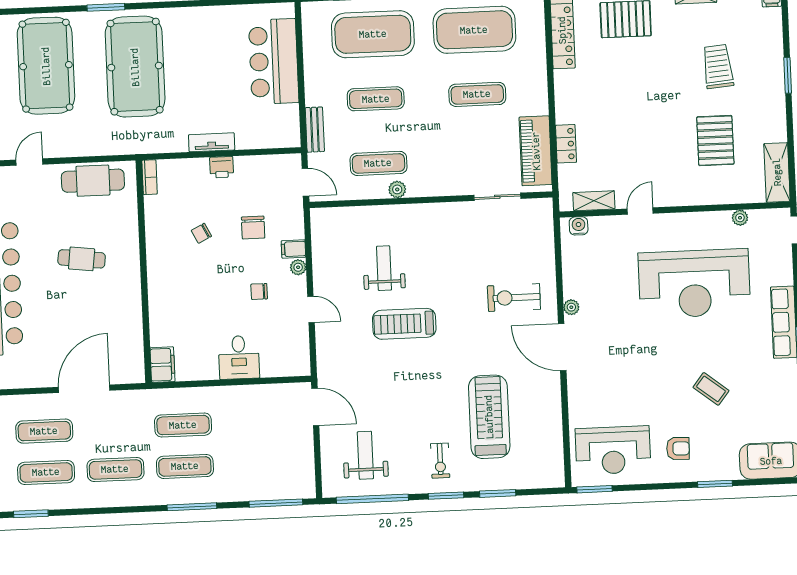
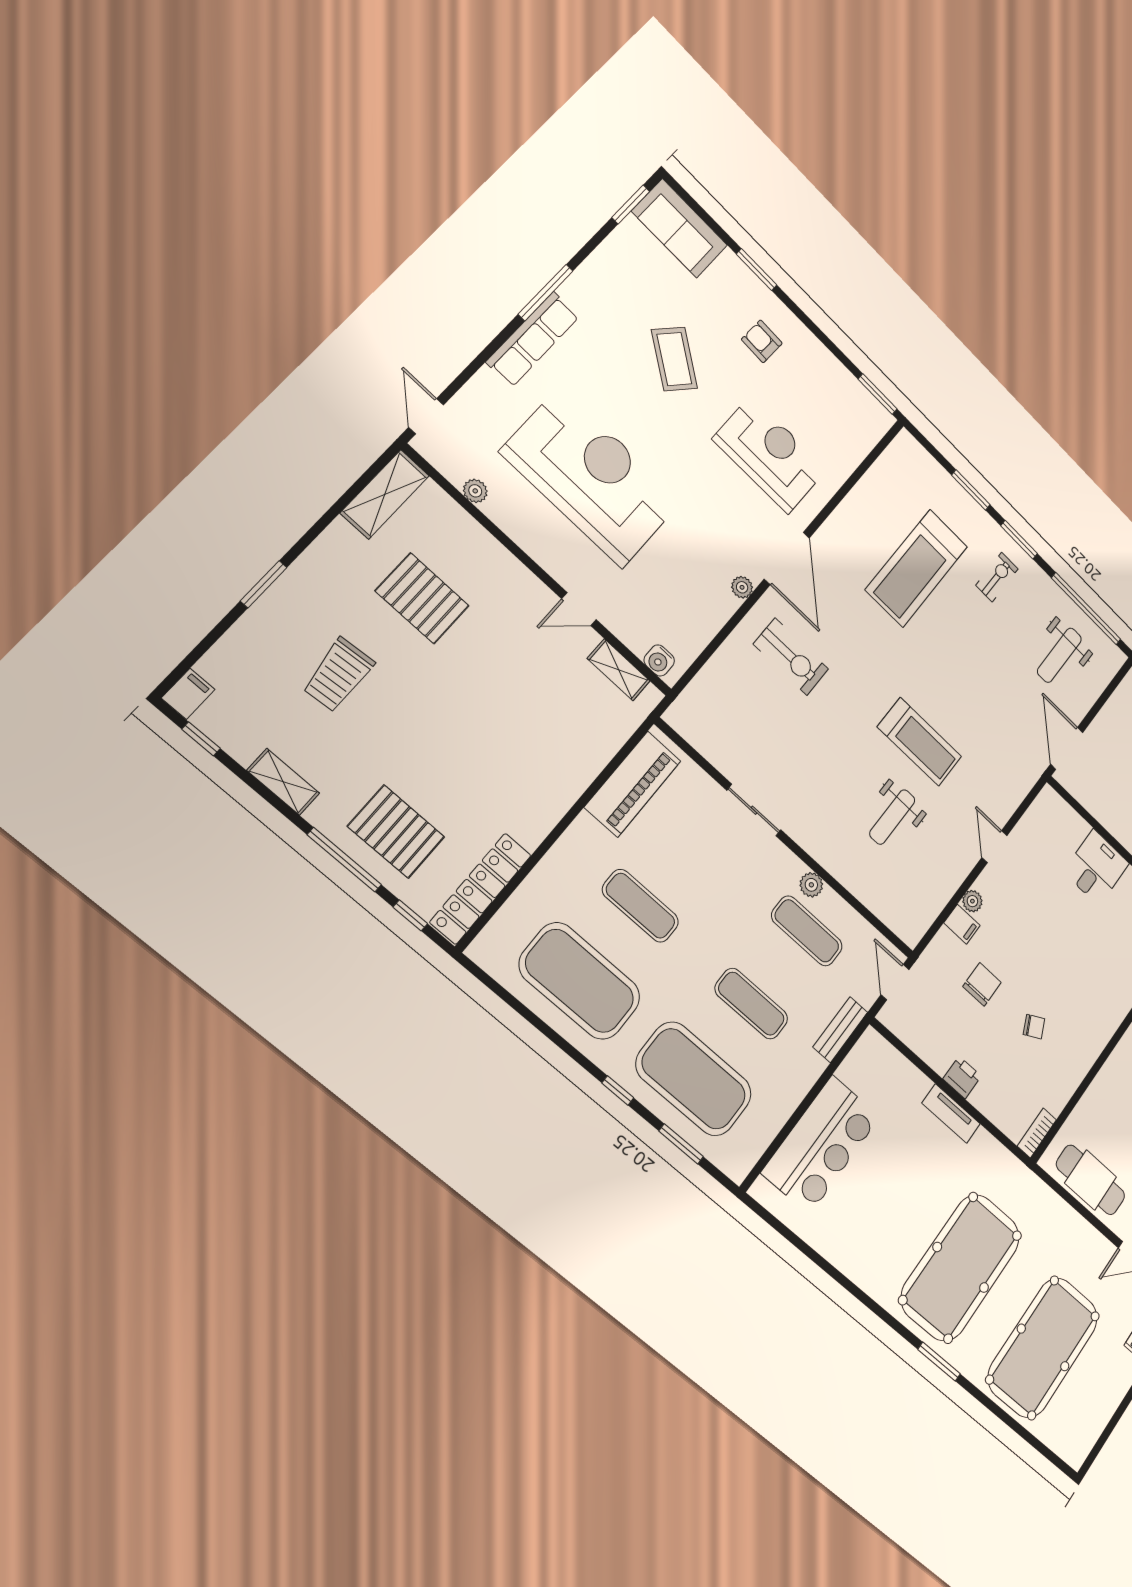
pallet: (715, 141) -> (422, 598), turned 90
locker: (566, 144) -> (593, 759), removed
sliding door: (497, 197) -> (754, 810), moved
chair: (259, 291) -> (1027, 914), removed
coffee table: (711, 389) -> (674, 359), width x1.36, depth x1.30
reception desk: (613, 450) -> (770, 454), moved

